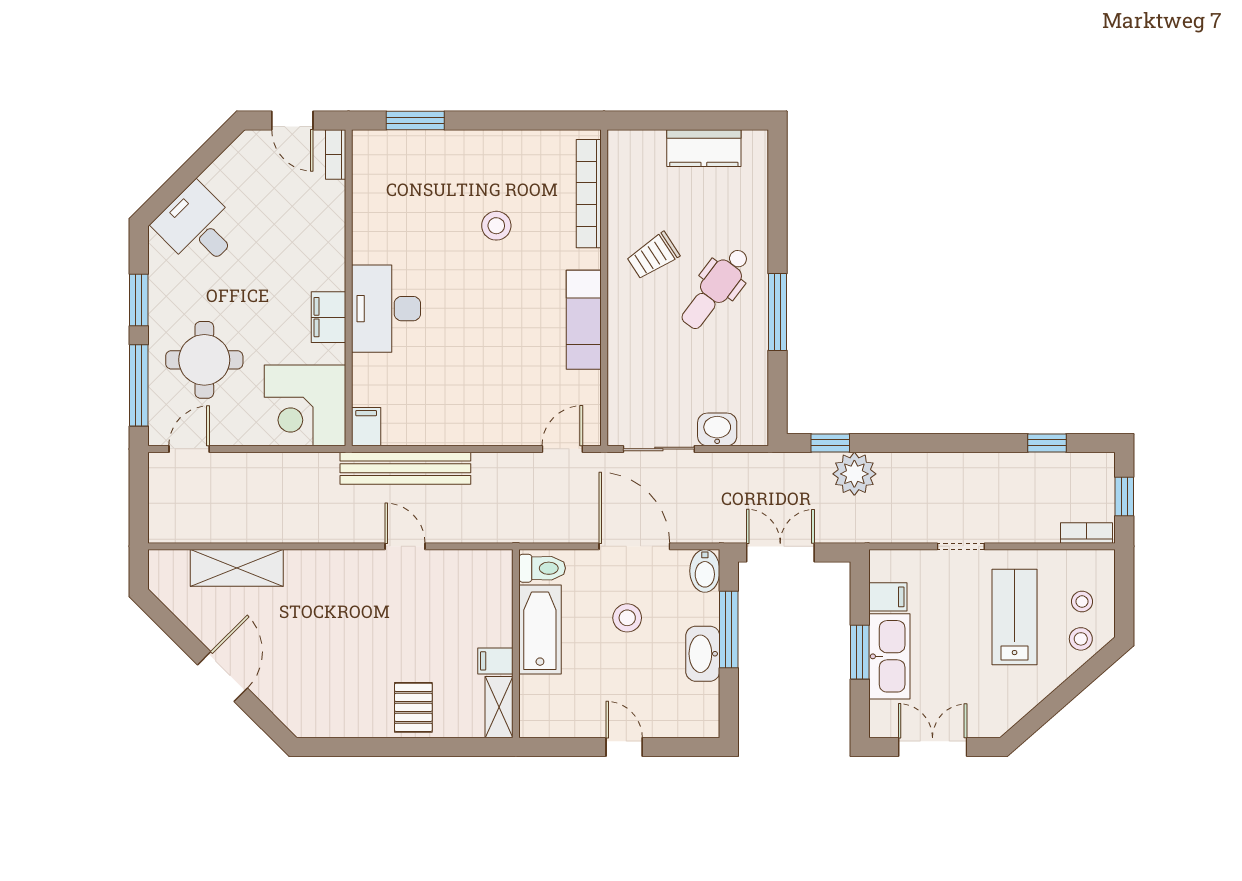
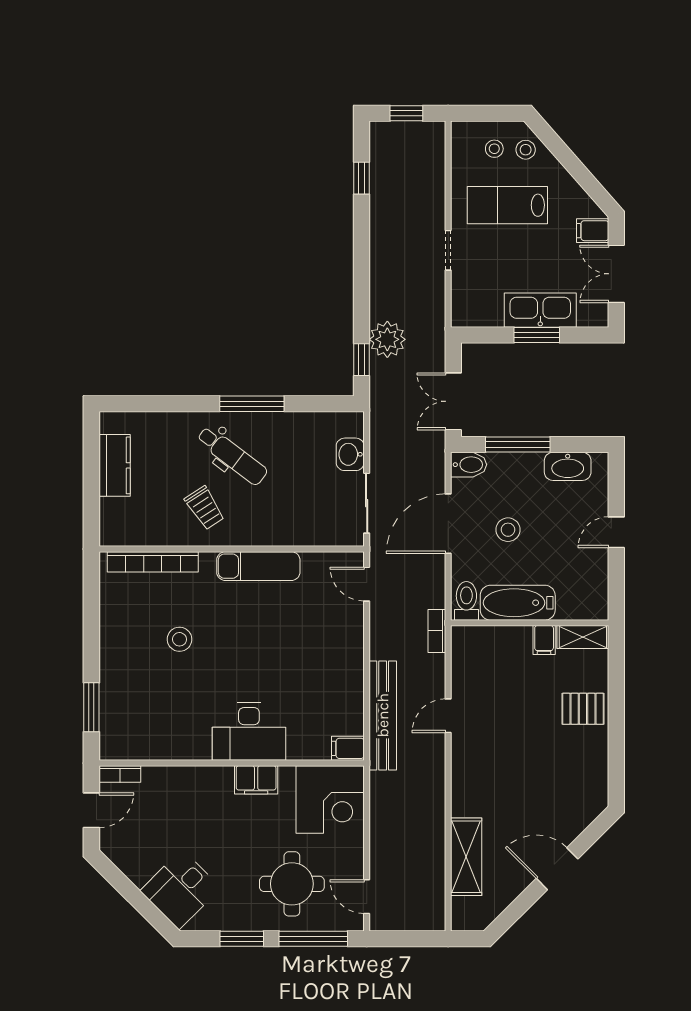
bookcase: (1087, 533) -> (437, 631), moved
filing cabinet: (888, 597) -> (593, 231), moved, turned -90
washbasin: (703, 654) -> (568, 466), moved

